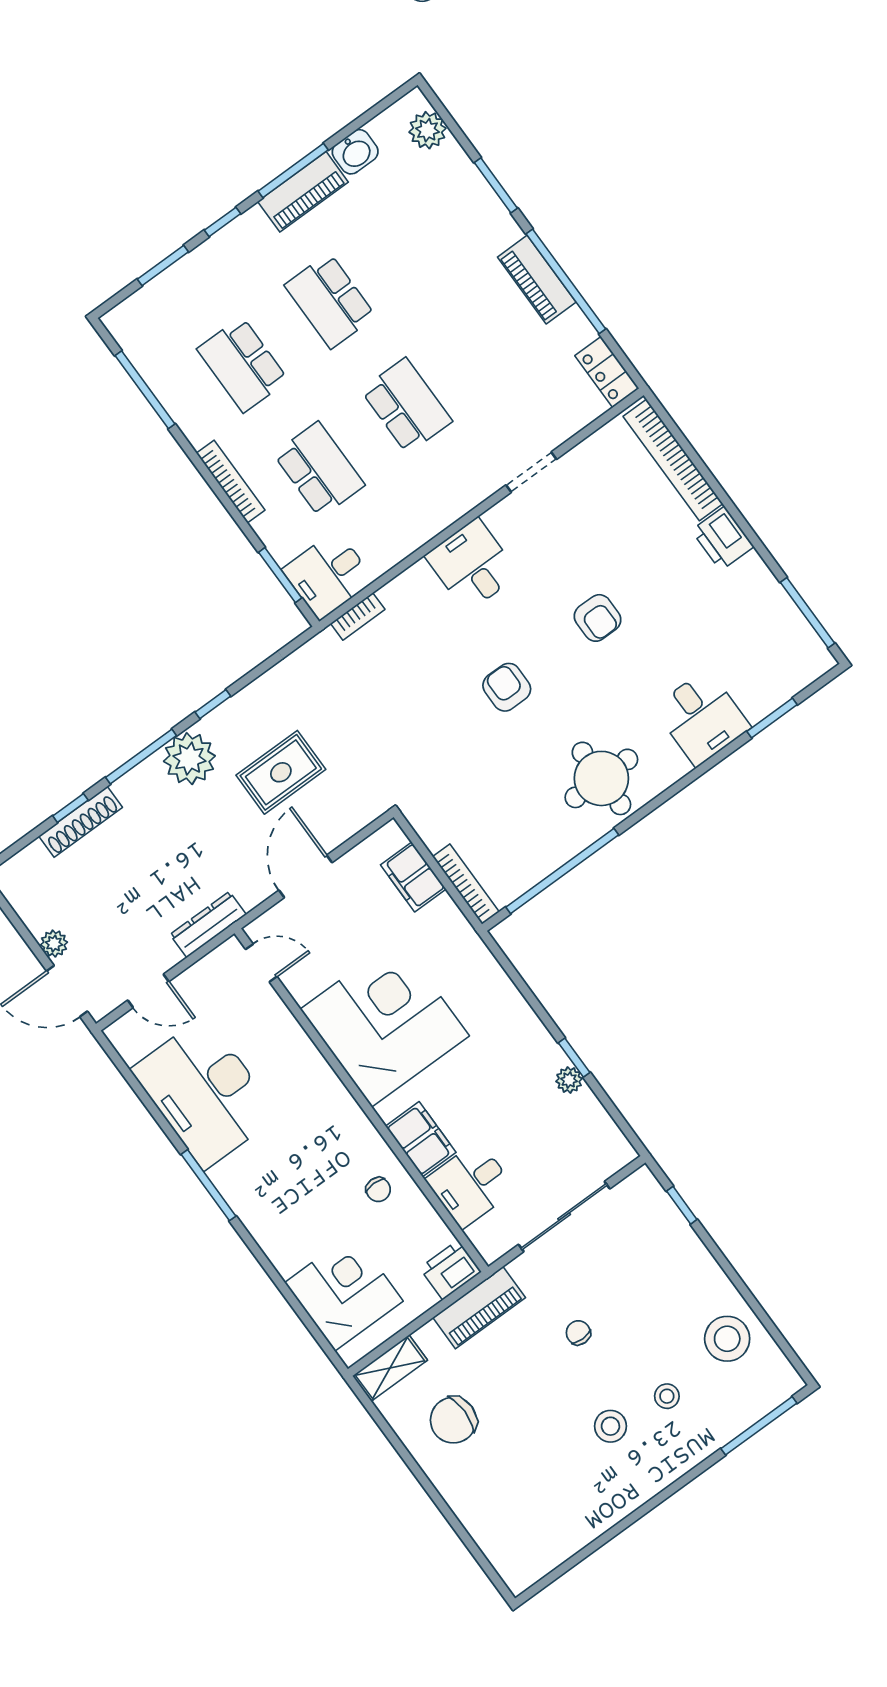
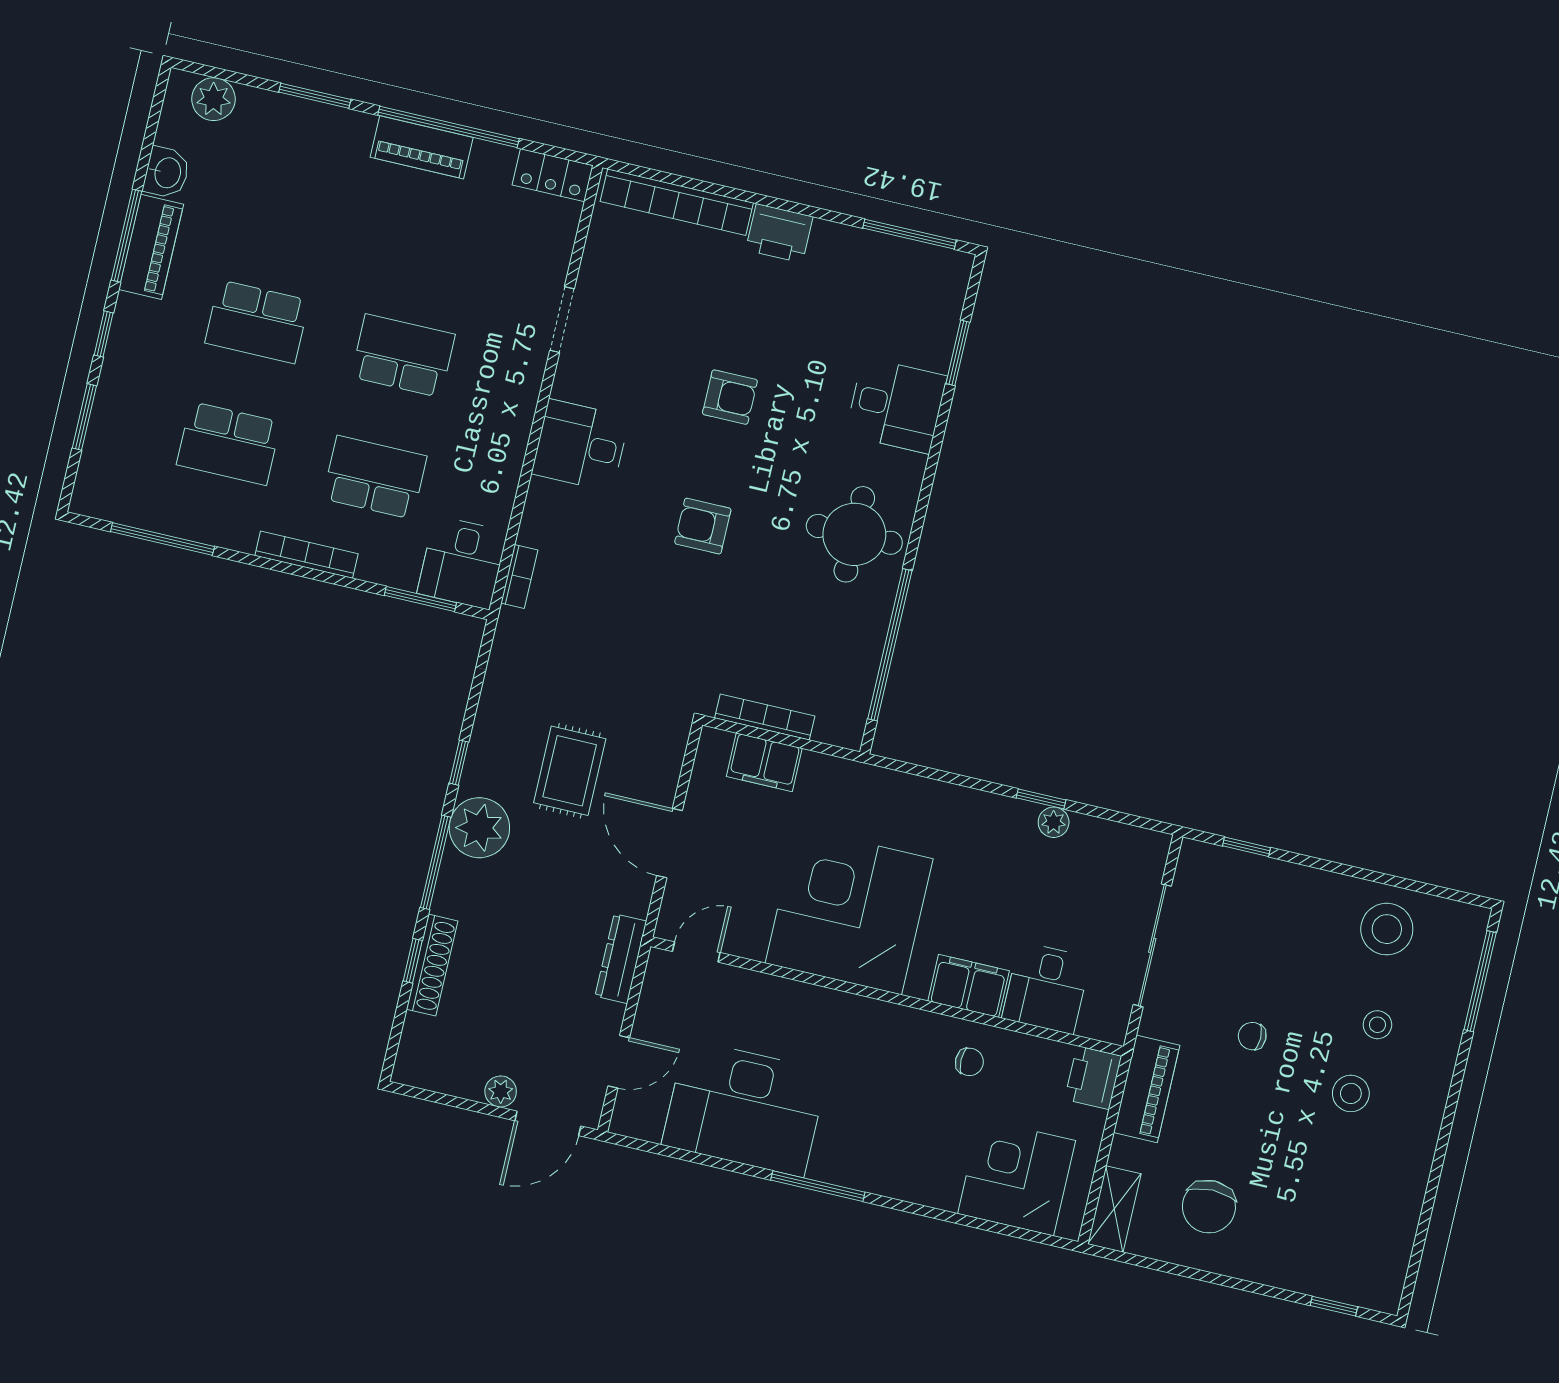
bookcase: (466, 884) -> (765, 717), moved
window: (479, 1556) -> (1334, 1306), added

